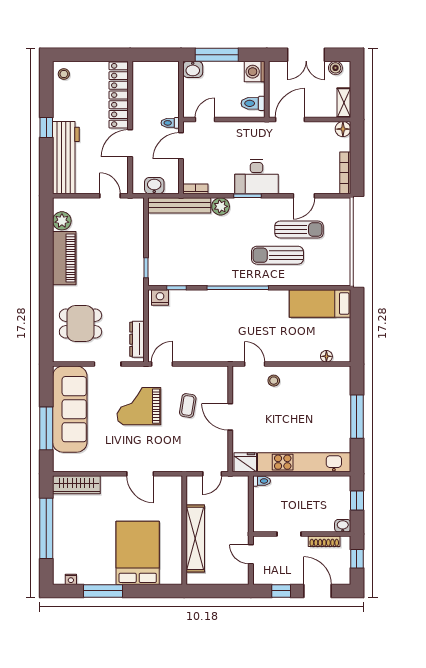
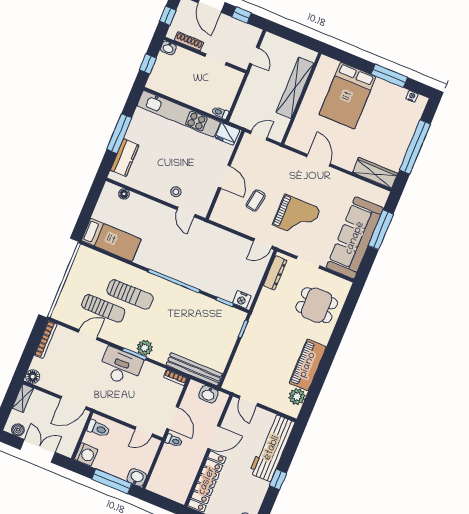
door: (181, 146) -> (173, 418), hinge flipped
plant: (221, 206) -> (145, 348), moved
sun lounger: (299, 229) -> (103, 308), turned 180
kitchen counter: (341, 394) -> (125, 158), added

